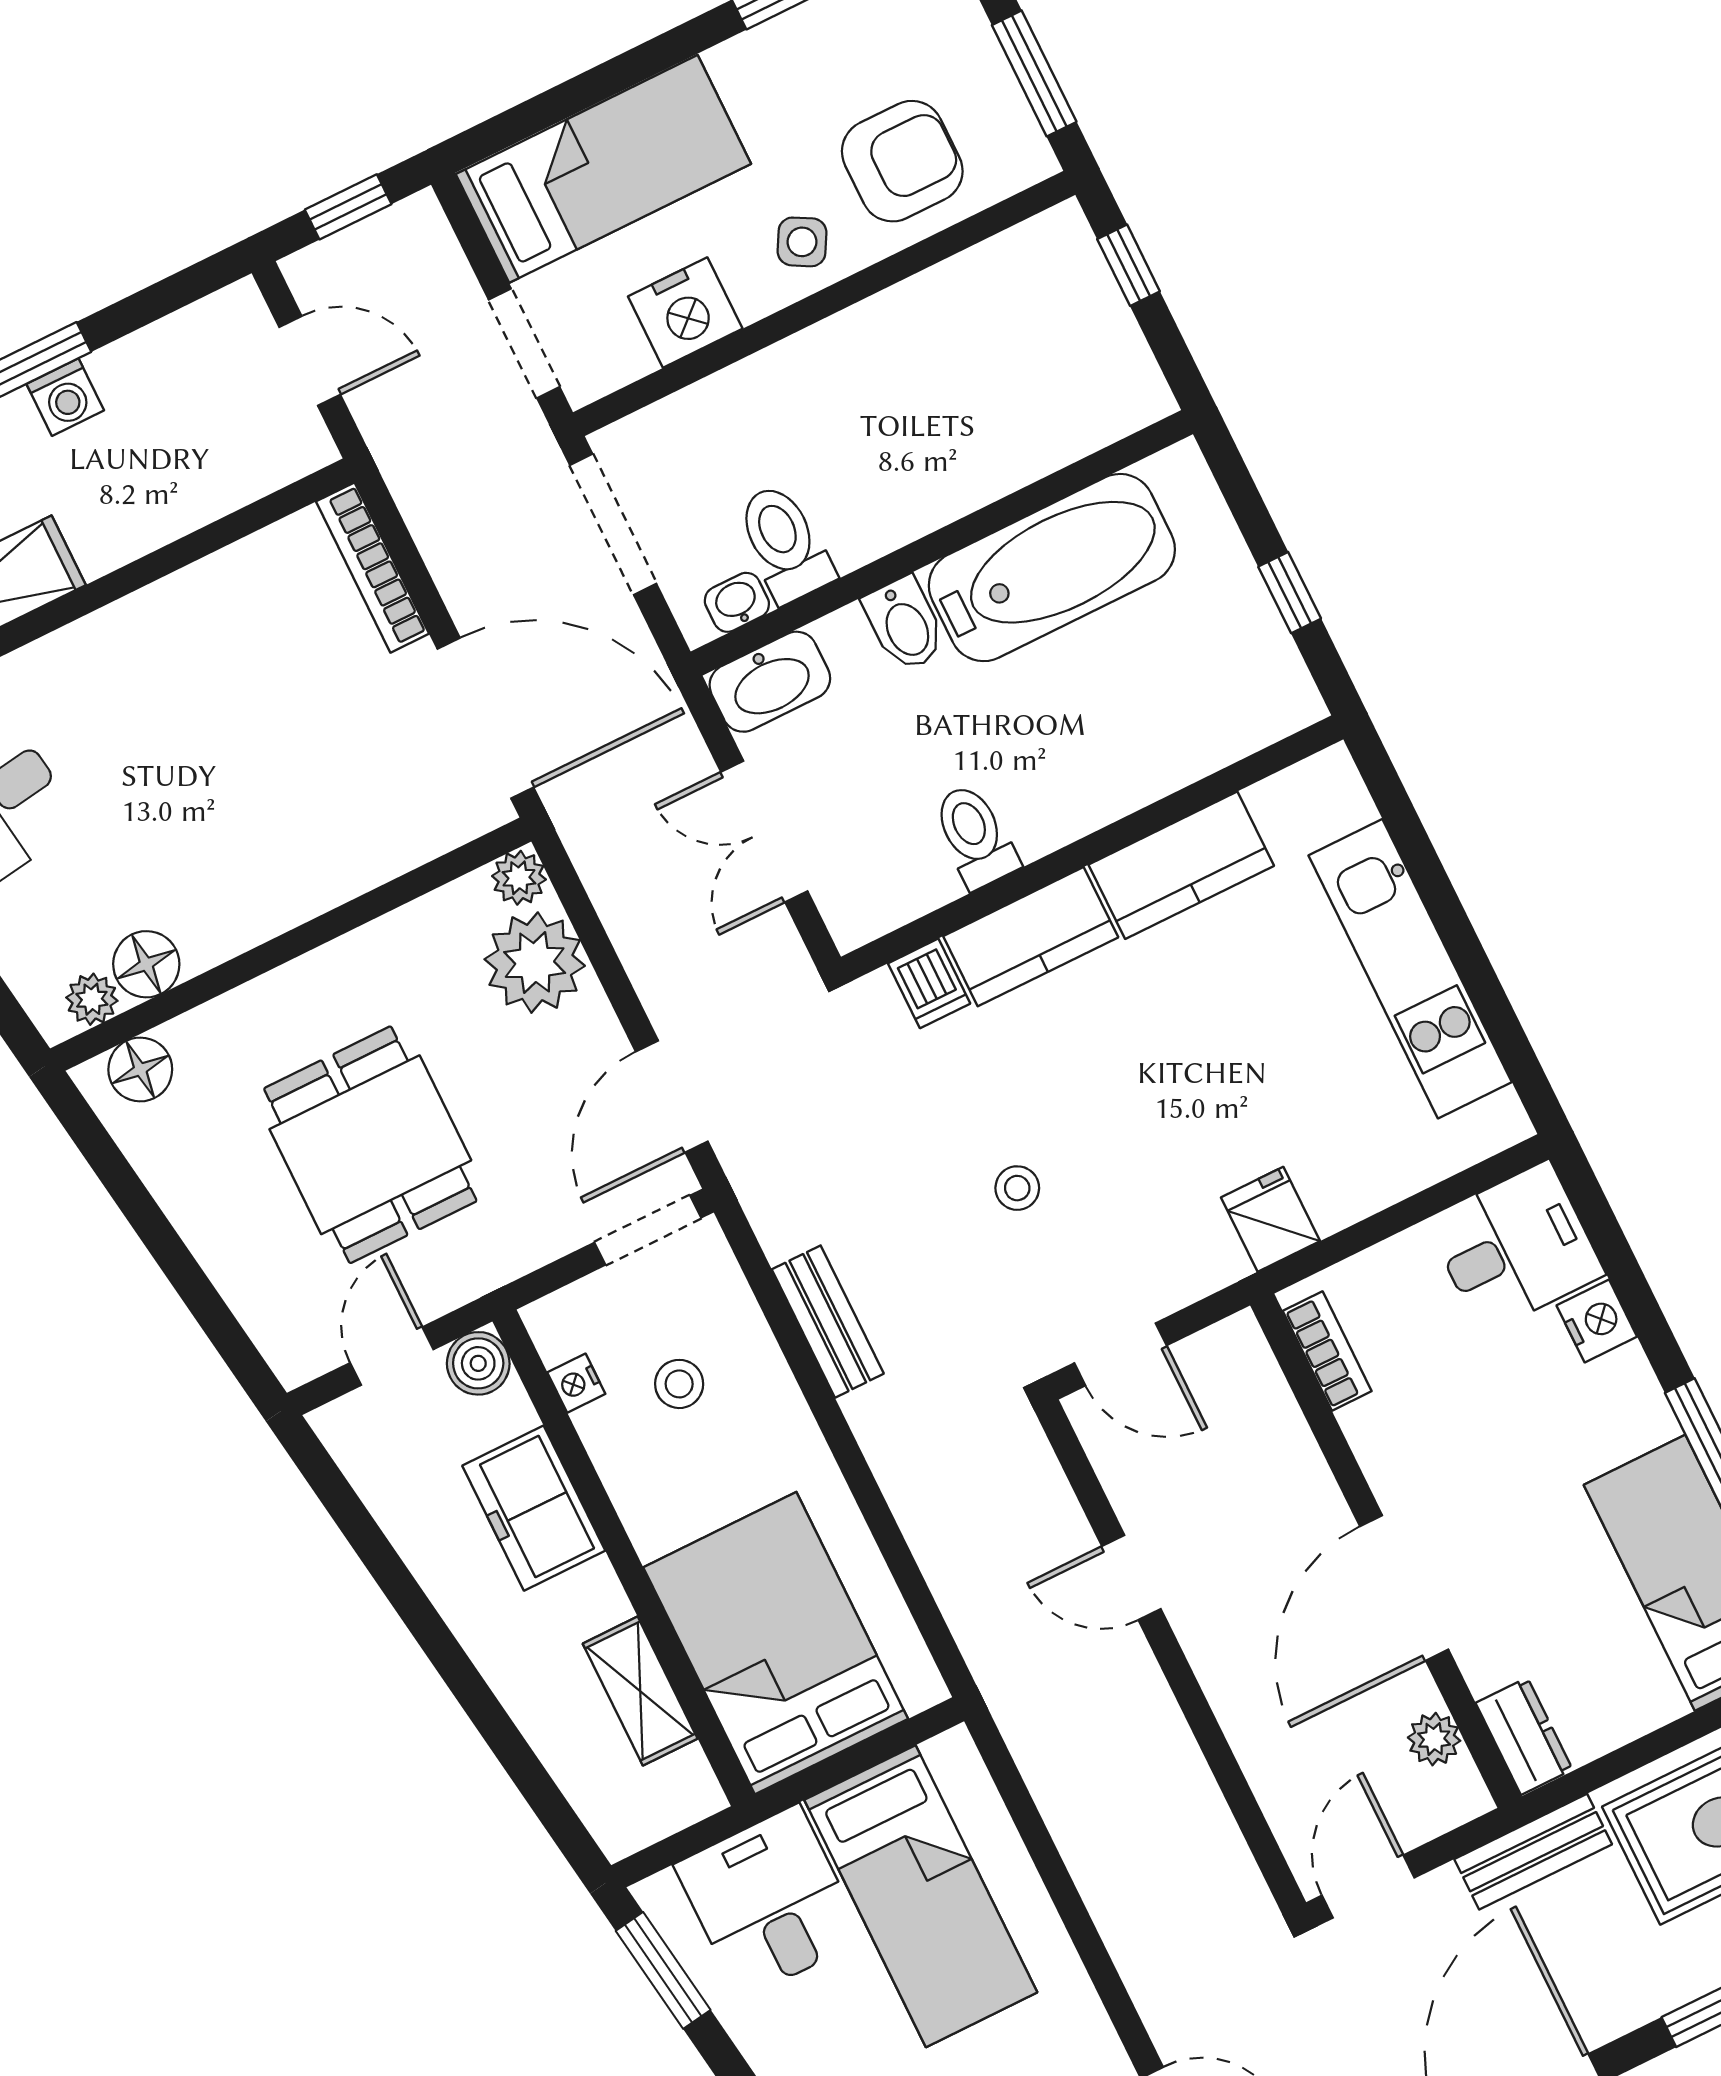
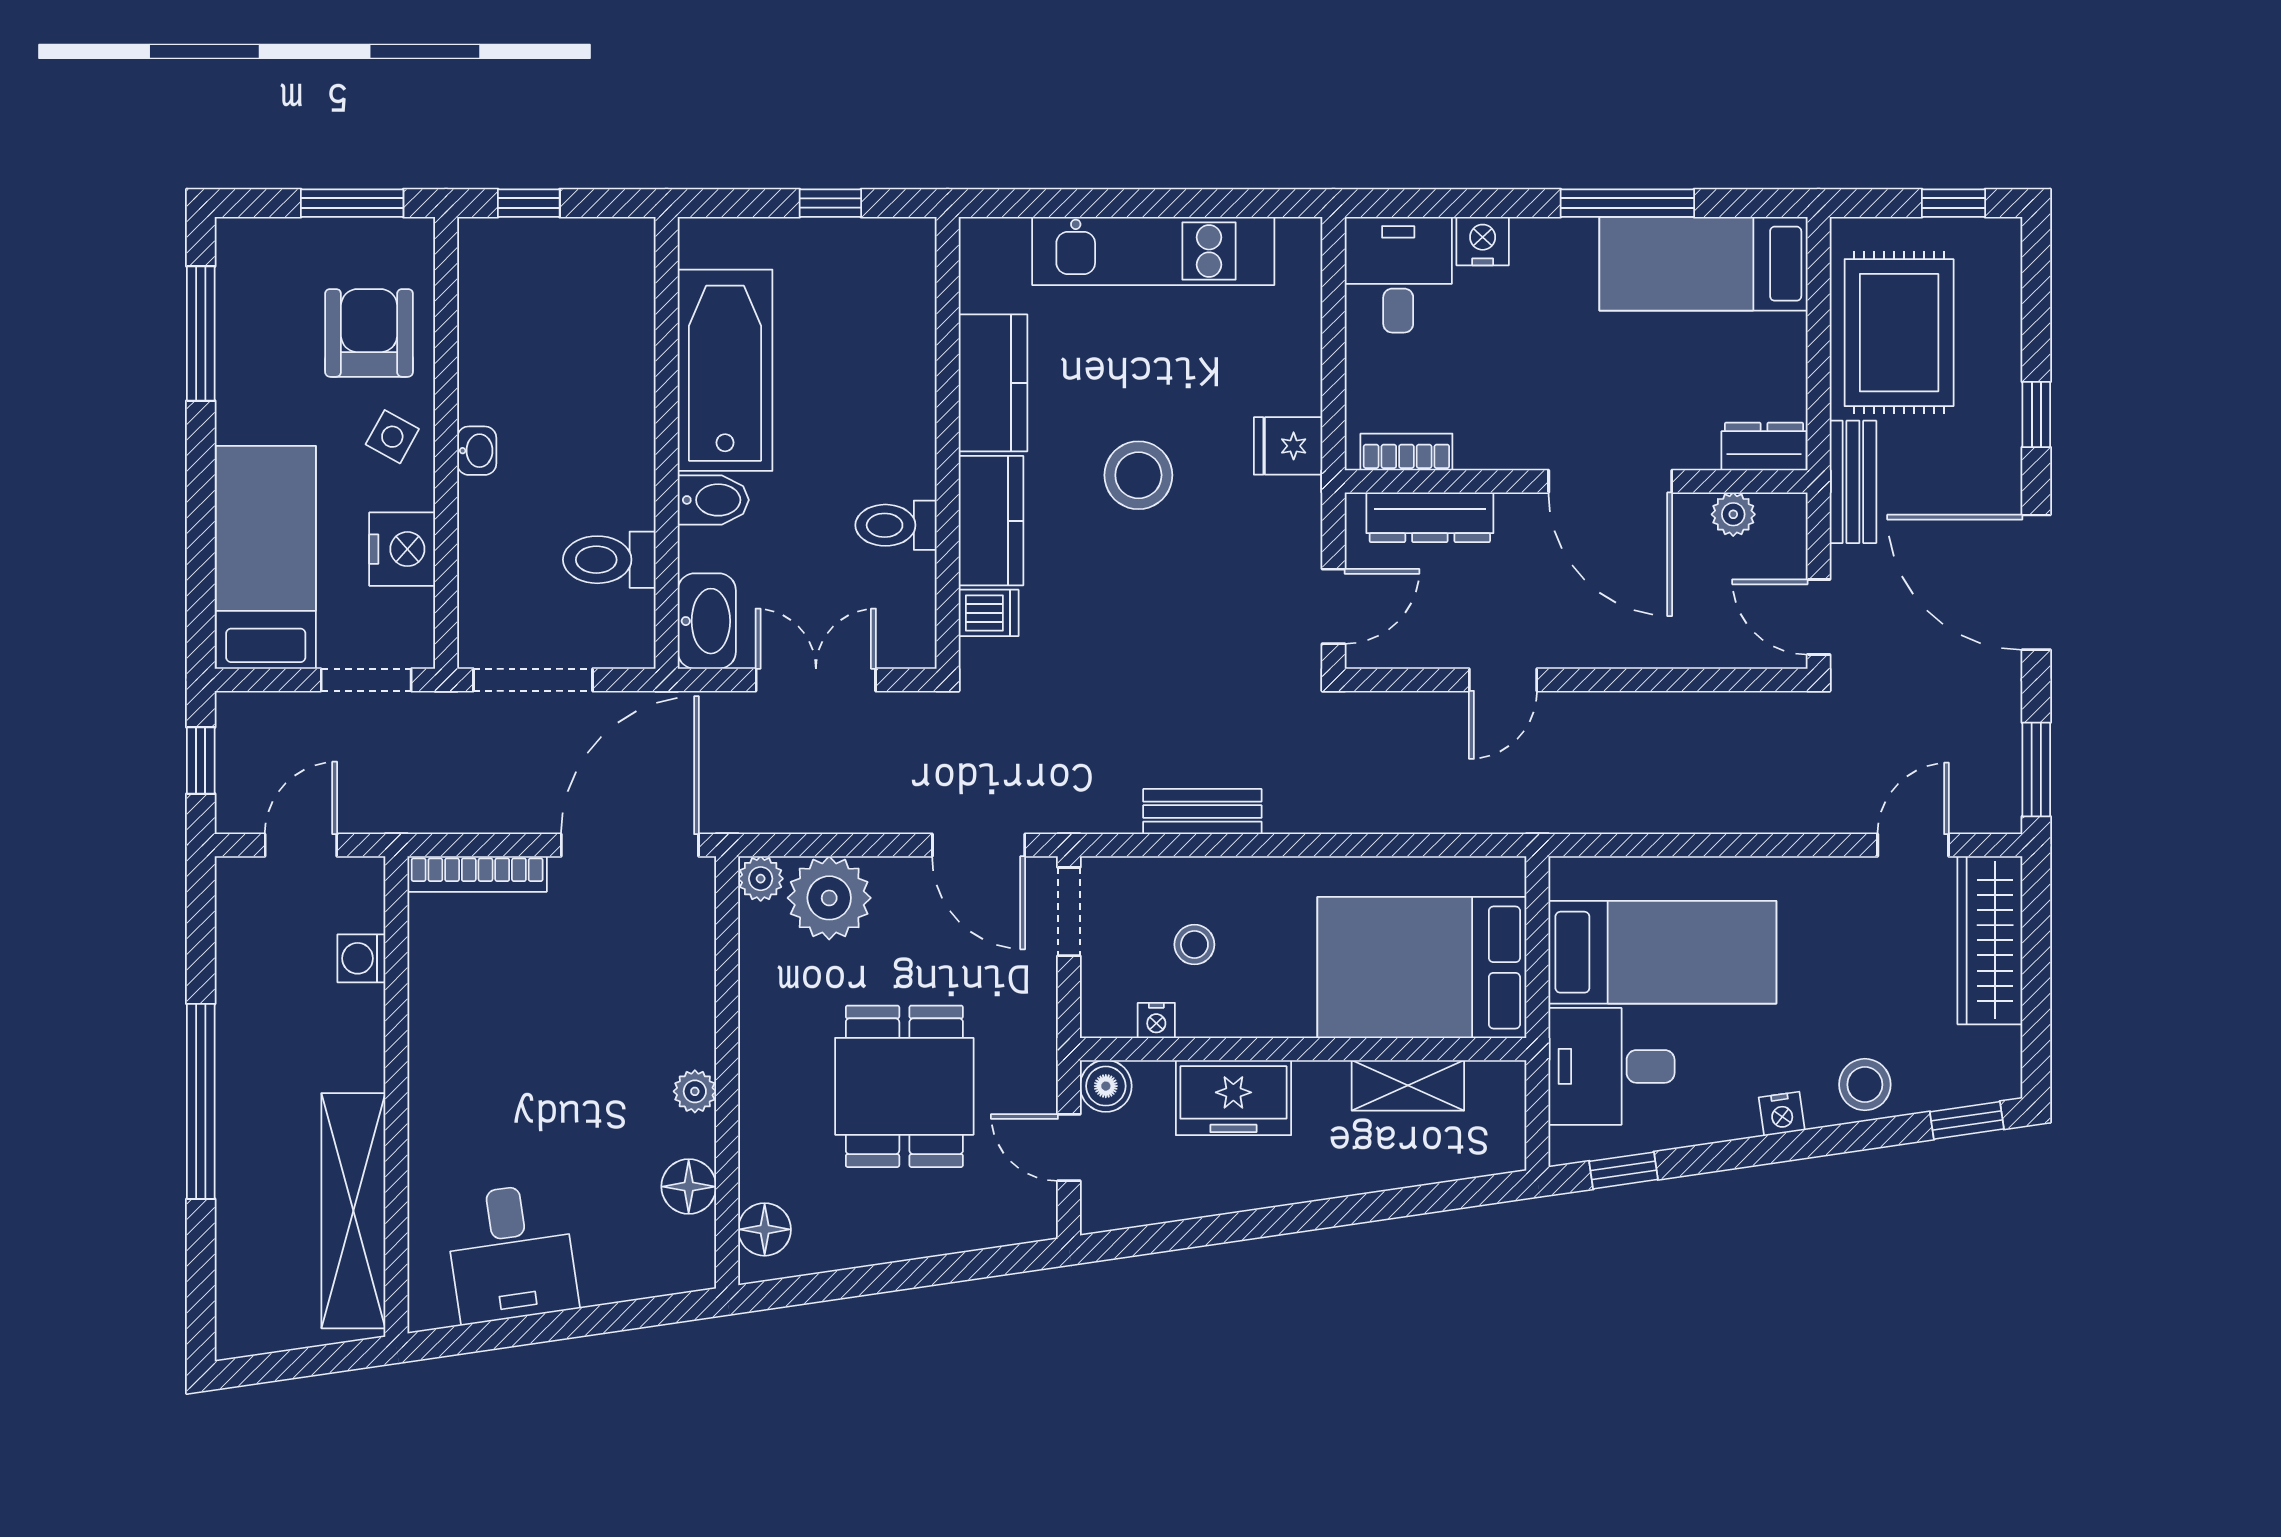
washing machine: (65, 397) -> (361, 958), moved, turned 180
washbasin: (737, 602) -> (477, 451), moved, turned 180
double door: (764, 831) -> (816, 680), swing flipped
plant: (92, 999) -> (695, 1091), moved
dining table: (370, 1145) -> (904, 1086), turned 90
stool: (1017, 1188) -> (1138, 475), moved, width x1.89, depth x1.89
dresser: (1269, 1411) -> (1430, 517), added
window: (663, 1970) -> (1623, 1170), width x0.67

